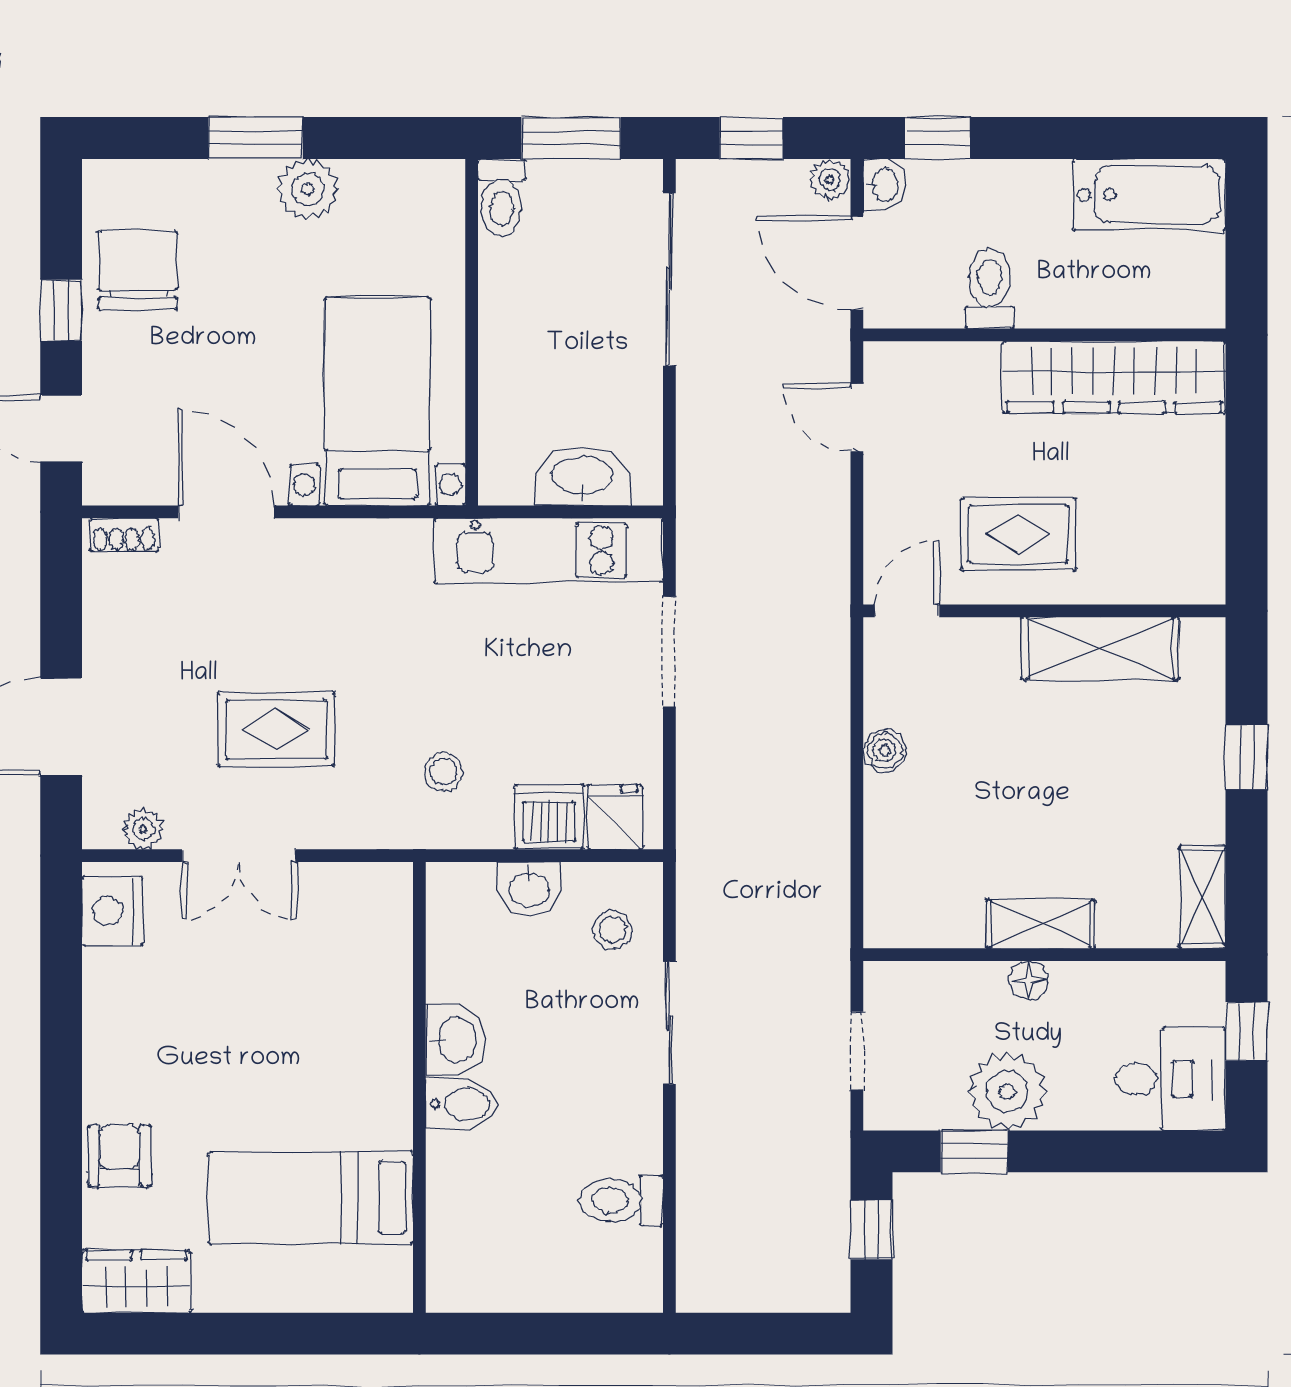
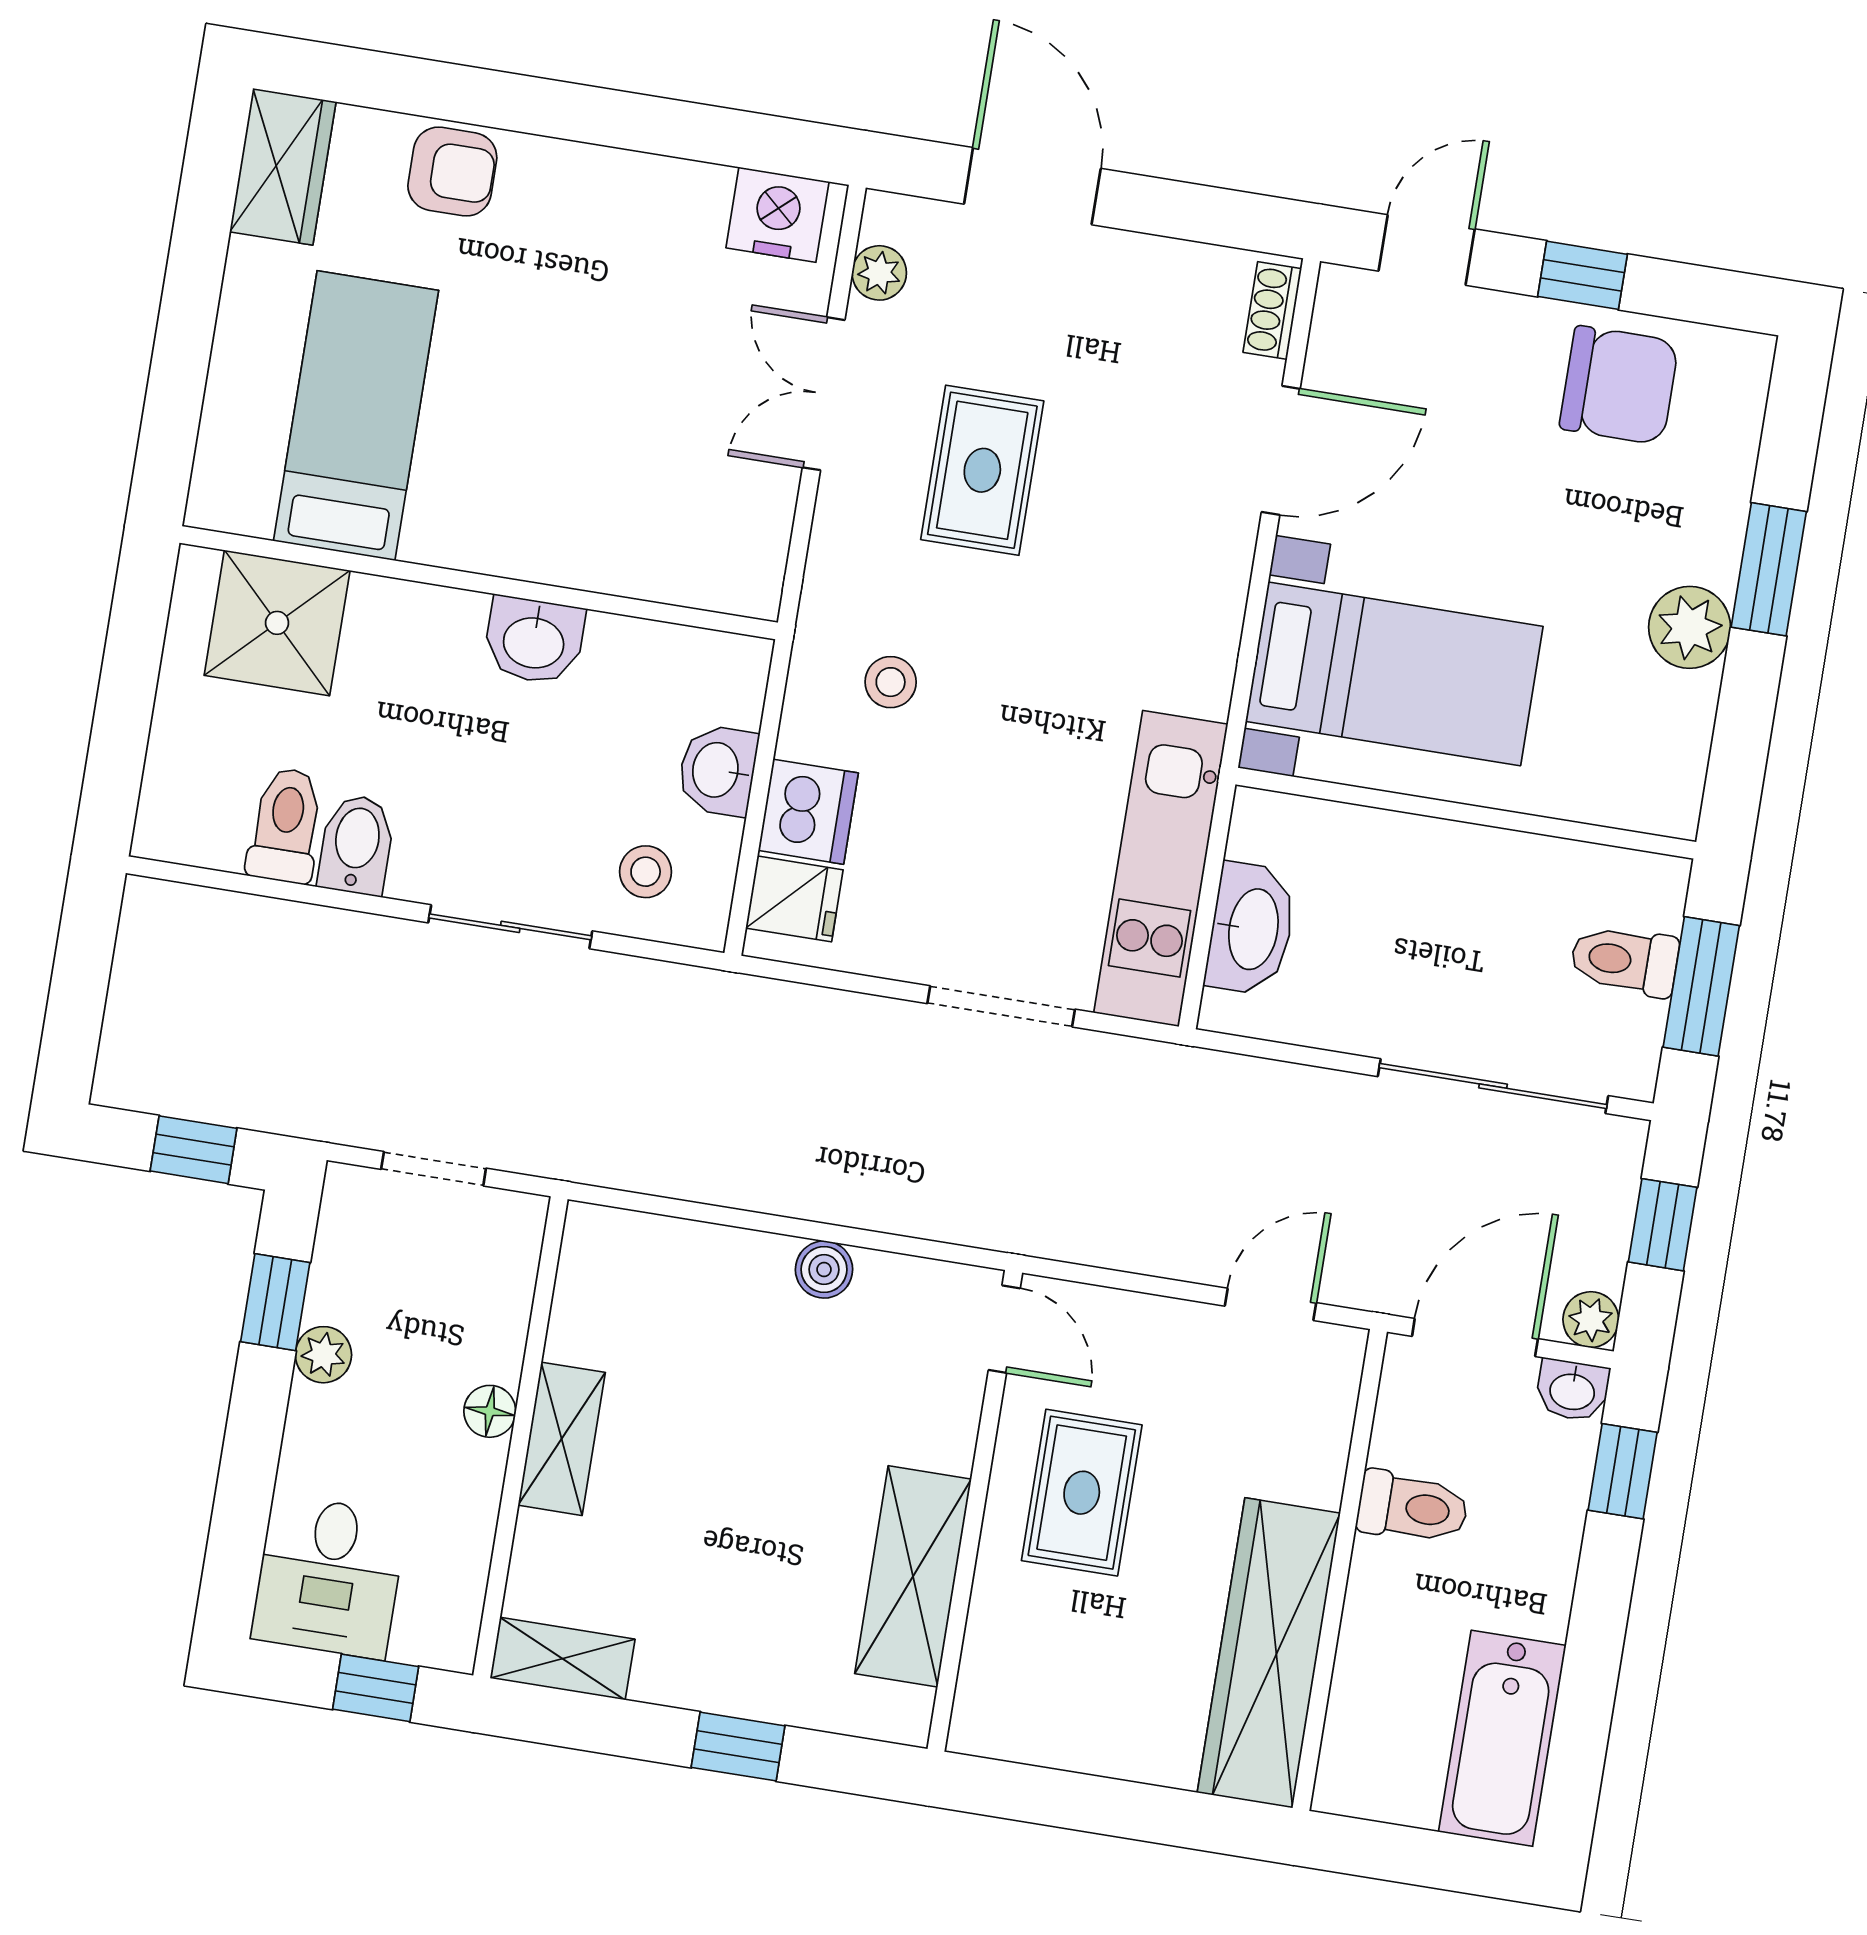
toilet: (501, 198) -> (1624, 961), moved
plant: (1007, 1091) -> (323, 1355), width x0.53, depth x0.53
bidet: (462, 1104) -> (356, 845), moved, turned 180
shower: (473, 1231) -> (277, 623), added

